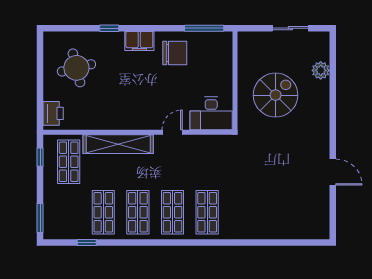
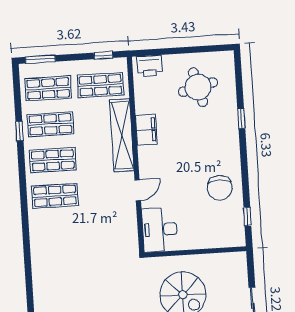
window: (204, 28) -> (247, 216), width x0.46
filing cabinet: (139, 41) -> (146, 130), moved, turned 180
door: (172, 132) -> (138, 190), hinge flipped
shop shelf: (207, 212) -> (48, 88), moved
window: (87, 243) -> (19, 131), moved

